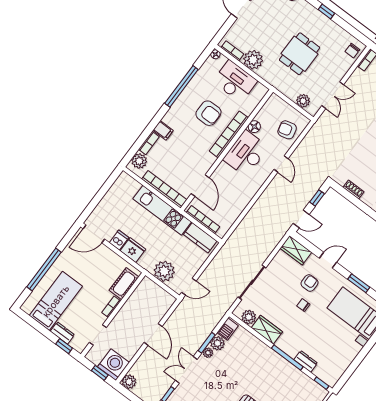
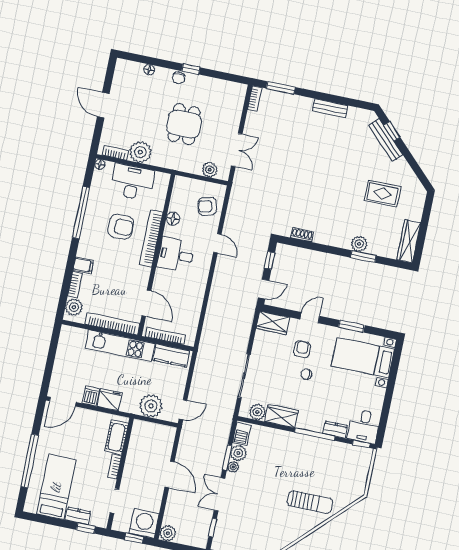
chair: (352, 51) -> (179, 78), moved
desk: (246, 153) -> (176, 255), width x0.73
desk: (330, 370) -> (364, 426), added

